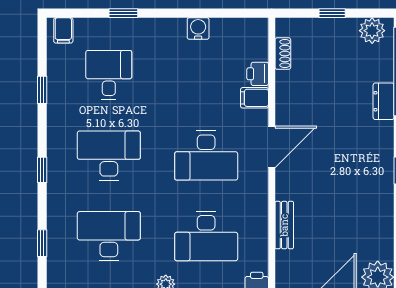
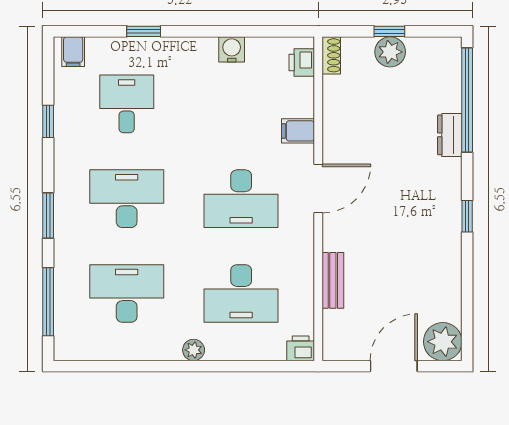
plant: (372, 31) -> (390, 52), moved
shoe rack: (283, 54) -> (331, 55), moved
printer: (258, 74) -> (302, 63), moved
window: (42, 170) -> (48, 216), width x1.50
window: (42, 243) -> (48, 302), width x2.17

